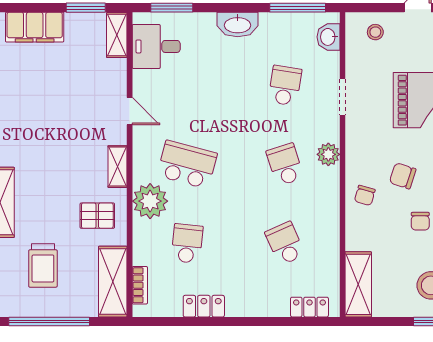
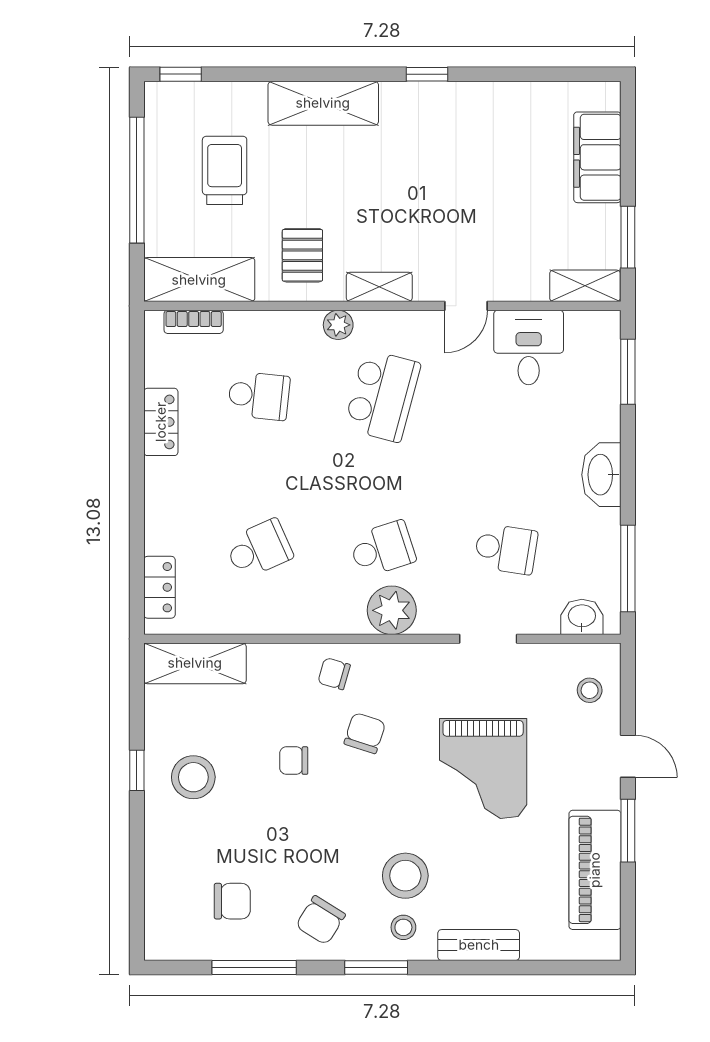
desk: (156, 46) -> (529, 347), moved
plant: (328, 154) -> (392, 610), width x1.36, depth x1.36
plant: (150, 201) -> (338, 325), width x0.53, depth x0.53
trolley: (43, 265) -> (225, 170), turned 90

